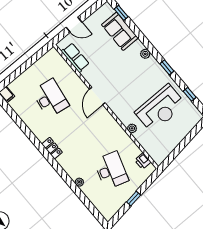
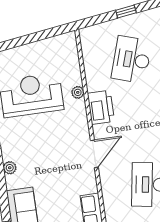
printer: (143, 161) -> (101, 107), moved, width x1.87, depth x1.48

